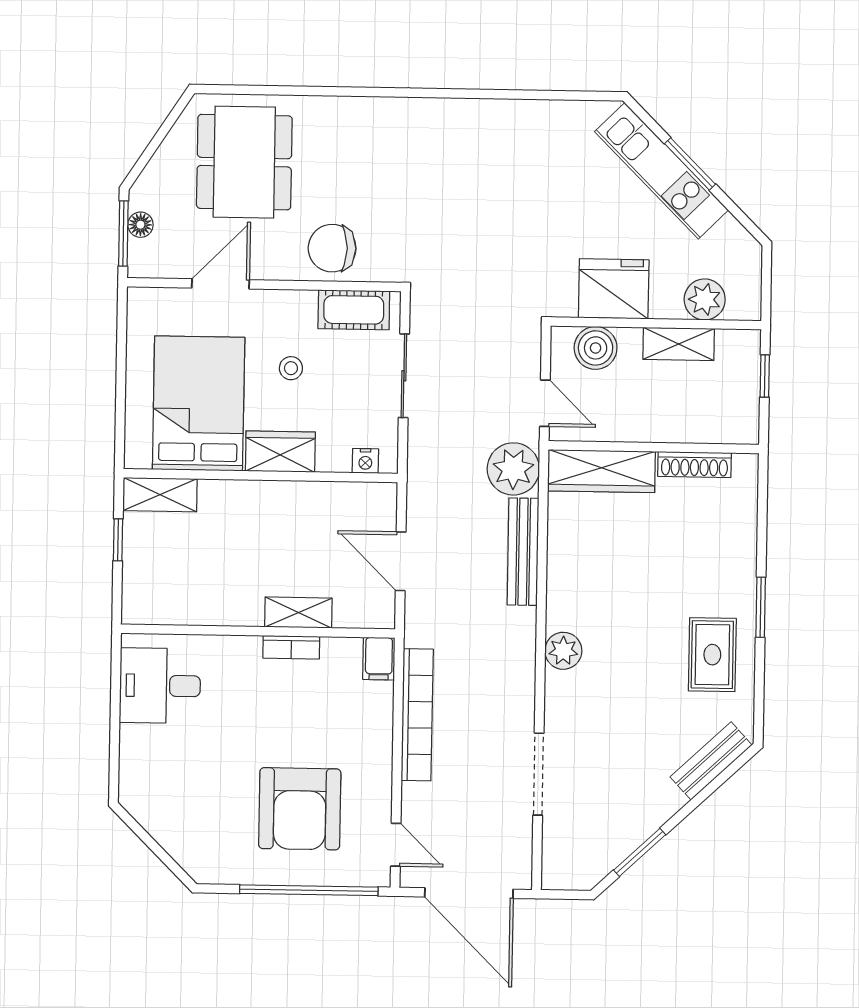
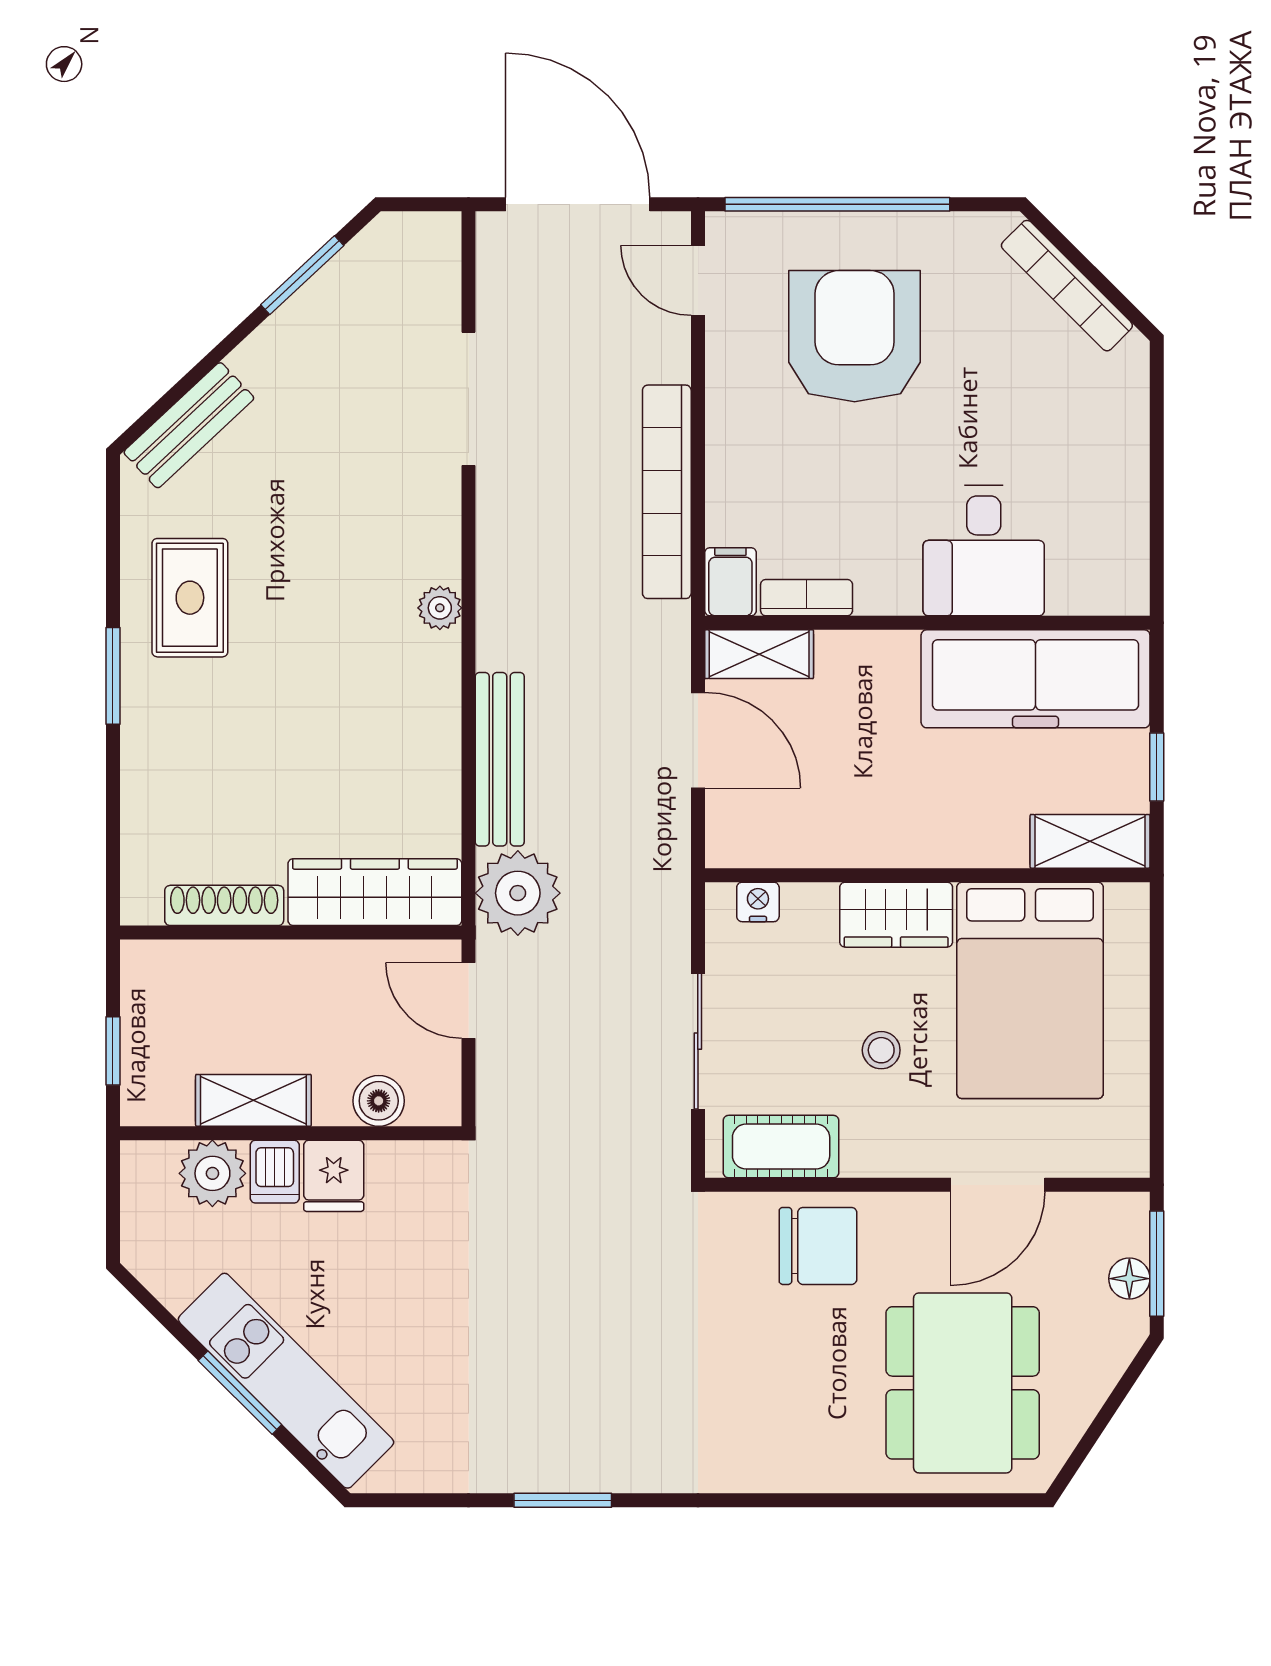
window: (492, 94) -> (563, 1500), added
fridge: (614, 289) -> (334, 1176), width x0.53, depth x0.75
dishwasher: (666, 300) -> (275, 1172), added
boiler: (596, 348) -> (379, 1101), width x0.73, depth x0.73
freezer: (192, 596) -> (1036, 679), added
shelving: (298, 613) -> (759, 654), moved
bookcase: (291, 647) -> (807, 598), moved
plant: (563, 651) -> (440, 608), width x0.73, depth x0.73
desk: (160, 686) -> (984, 551), moved, turned 90
bookcase: (168, 838) -> (1067, 286), added

